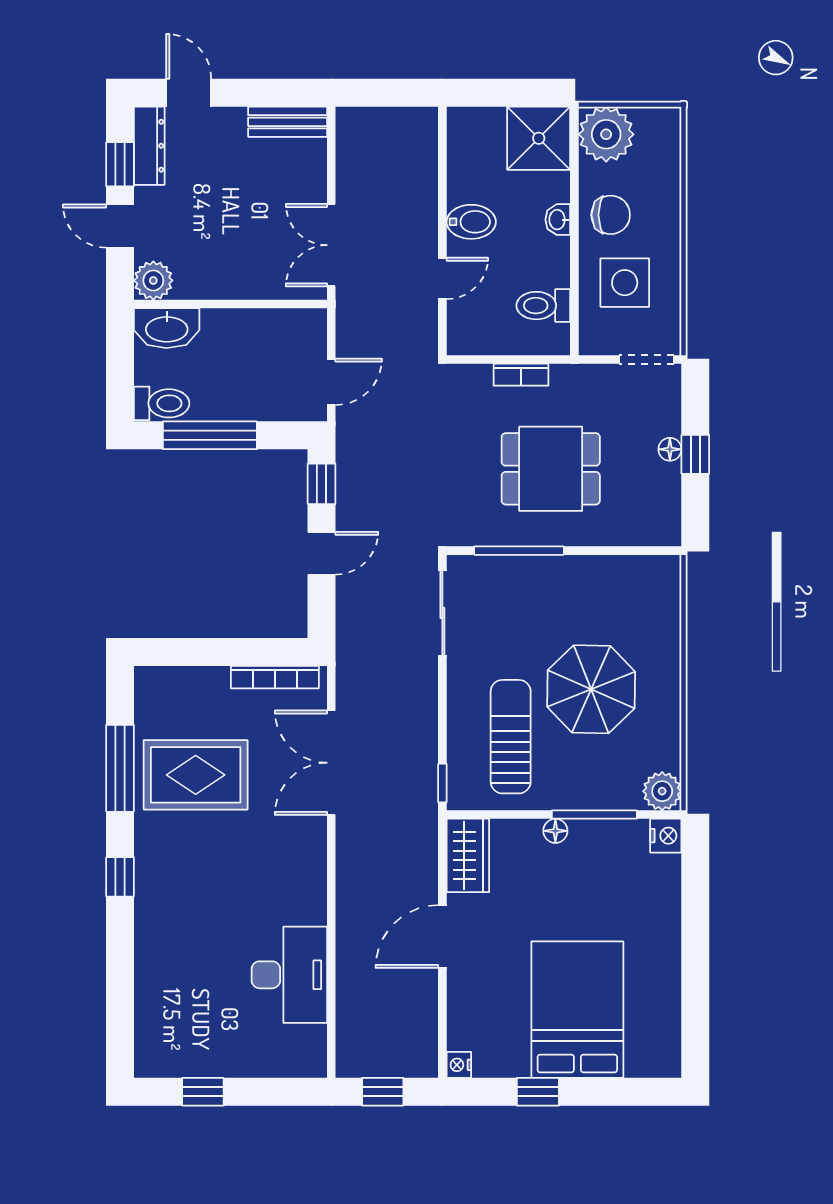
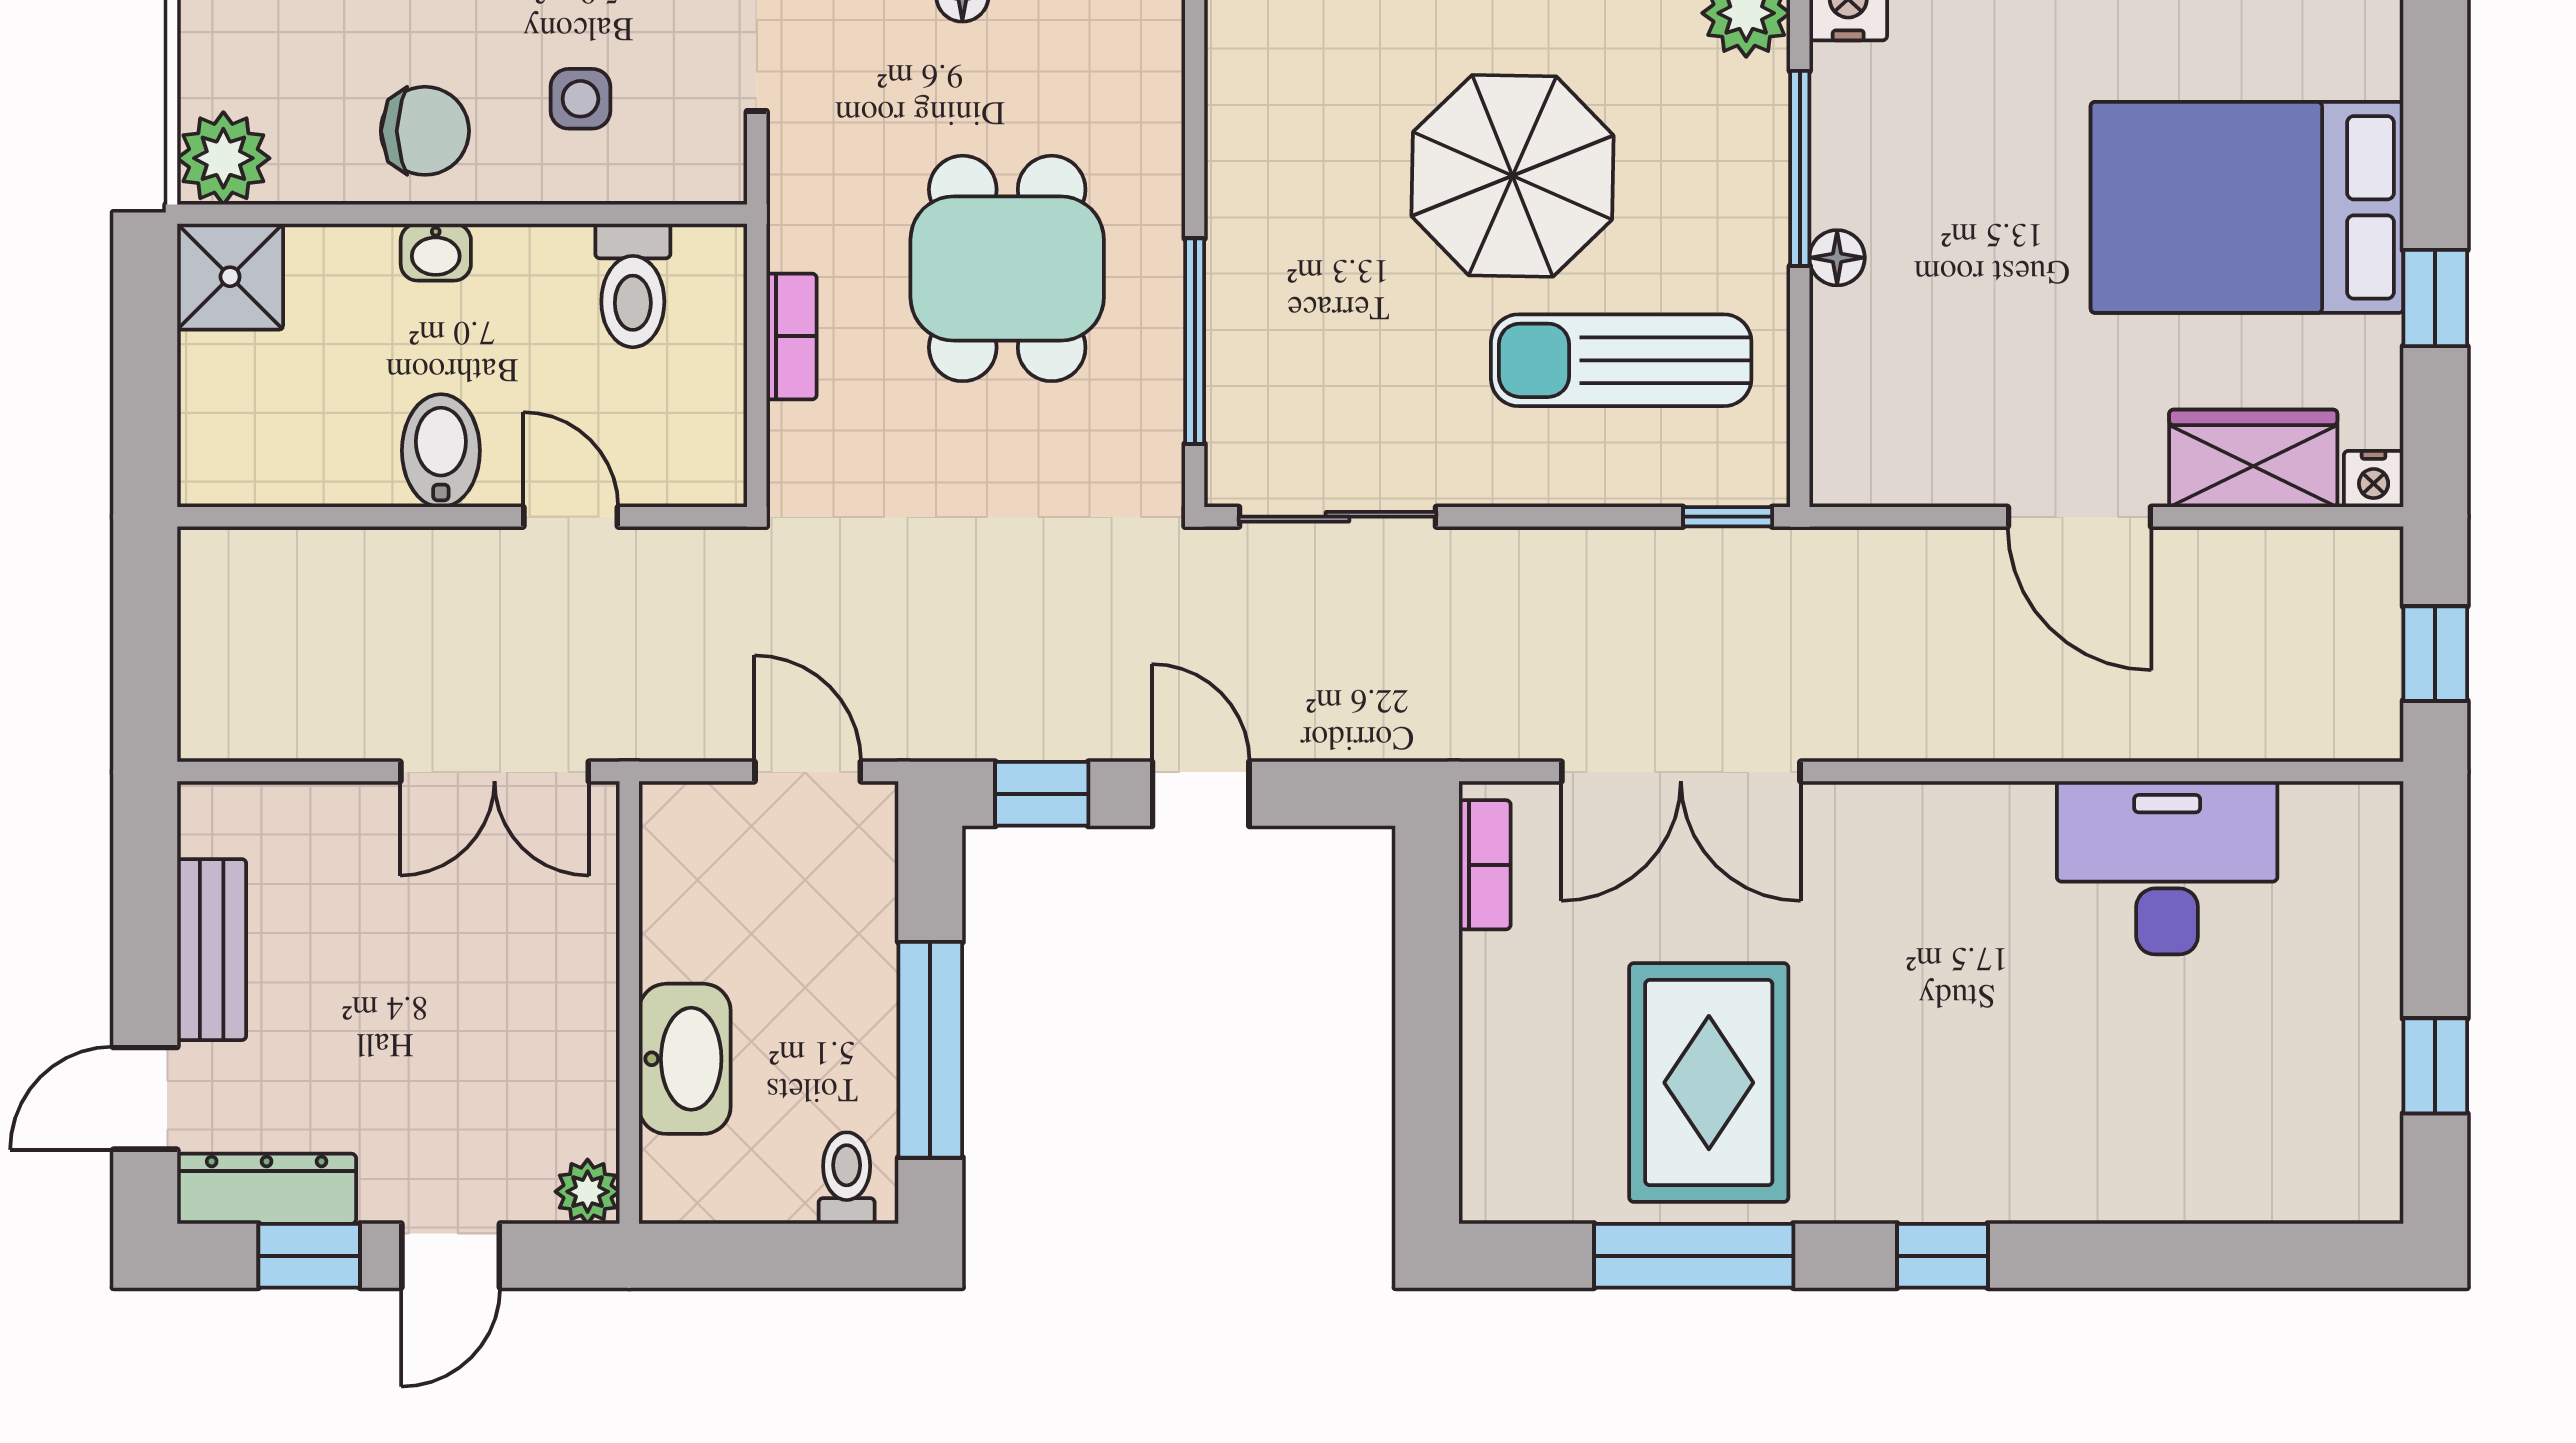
bench: (288, 122) -> (212, 950), moved
plant: (606, 134) -> (223, 158), width x0.73, depth x0.73
shower: (539, 138) -> (230, 277), width x0.73, depth x0.73
chair: (611, 215) -> (425, 131), turned 90
plant: (153, 280) -> (588, 1192), width x0.73, depth x0.73
side table: (625, 283) -> (580, 99), width x0.54, depth x0.54
washbasin: (167, 328) -> (685, 1059), moved
toilet: (162, 403) -> (847, 1178), width x0.73, depth x0.72
bookcase: (275, 677) -> (1485, 865), width x0.64
wardrobe: (468, 855) -> (2253, 458), moved

